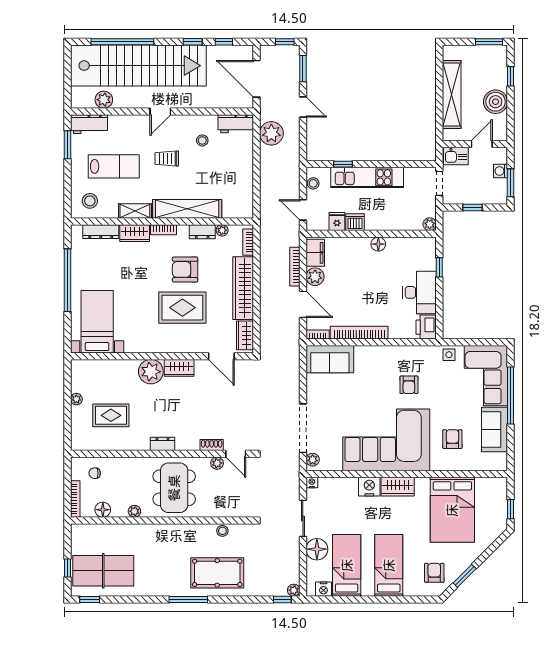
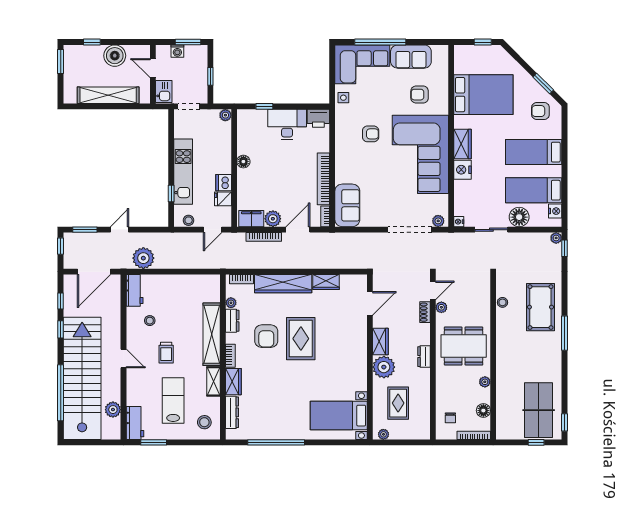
bed with nightstands: (97, 322) -> (339, 416), moved
wall: (162, 356) -> (370, 357), moved
door: (221, 356) -> (370, 303), moved
wardrobe: (179, 368) -> (380, 341), moved
plant: (151, 372) -> (384, 367), moved

